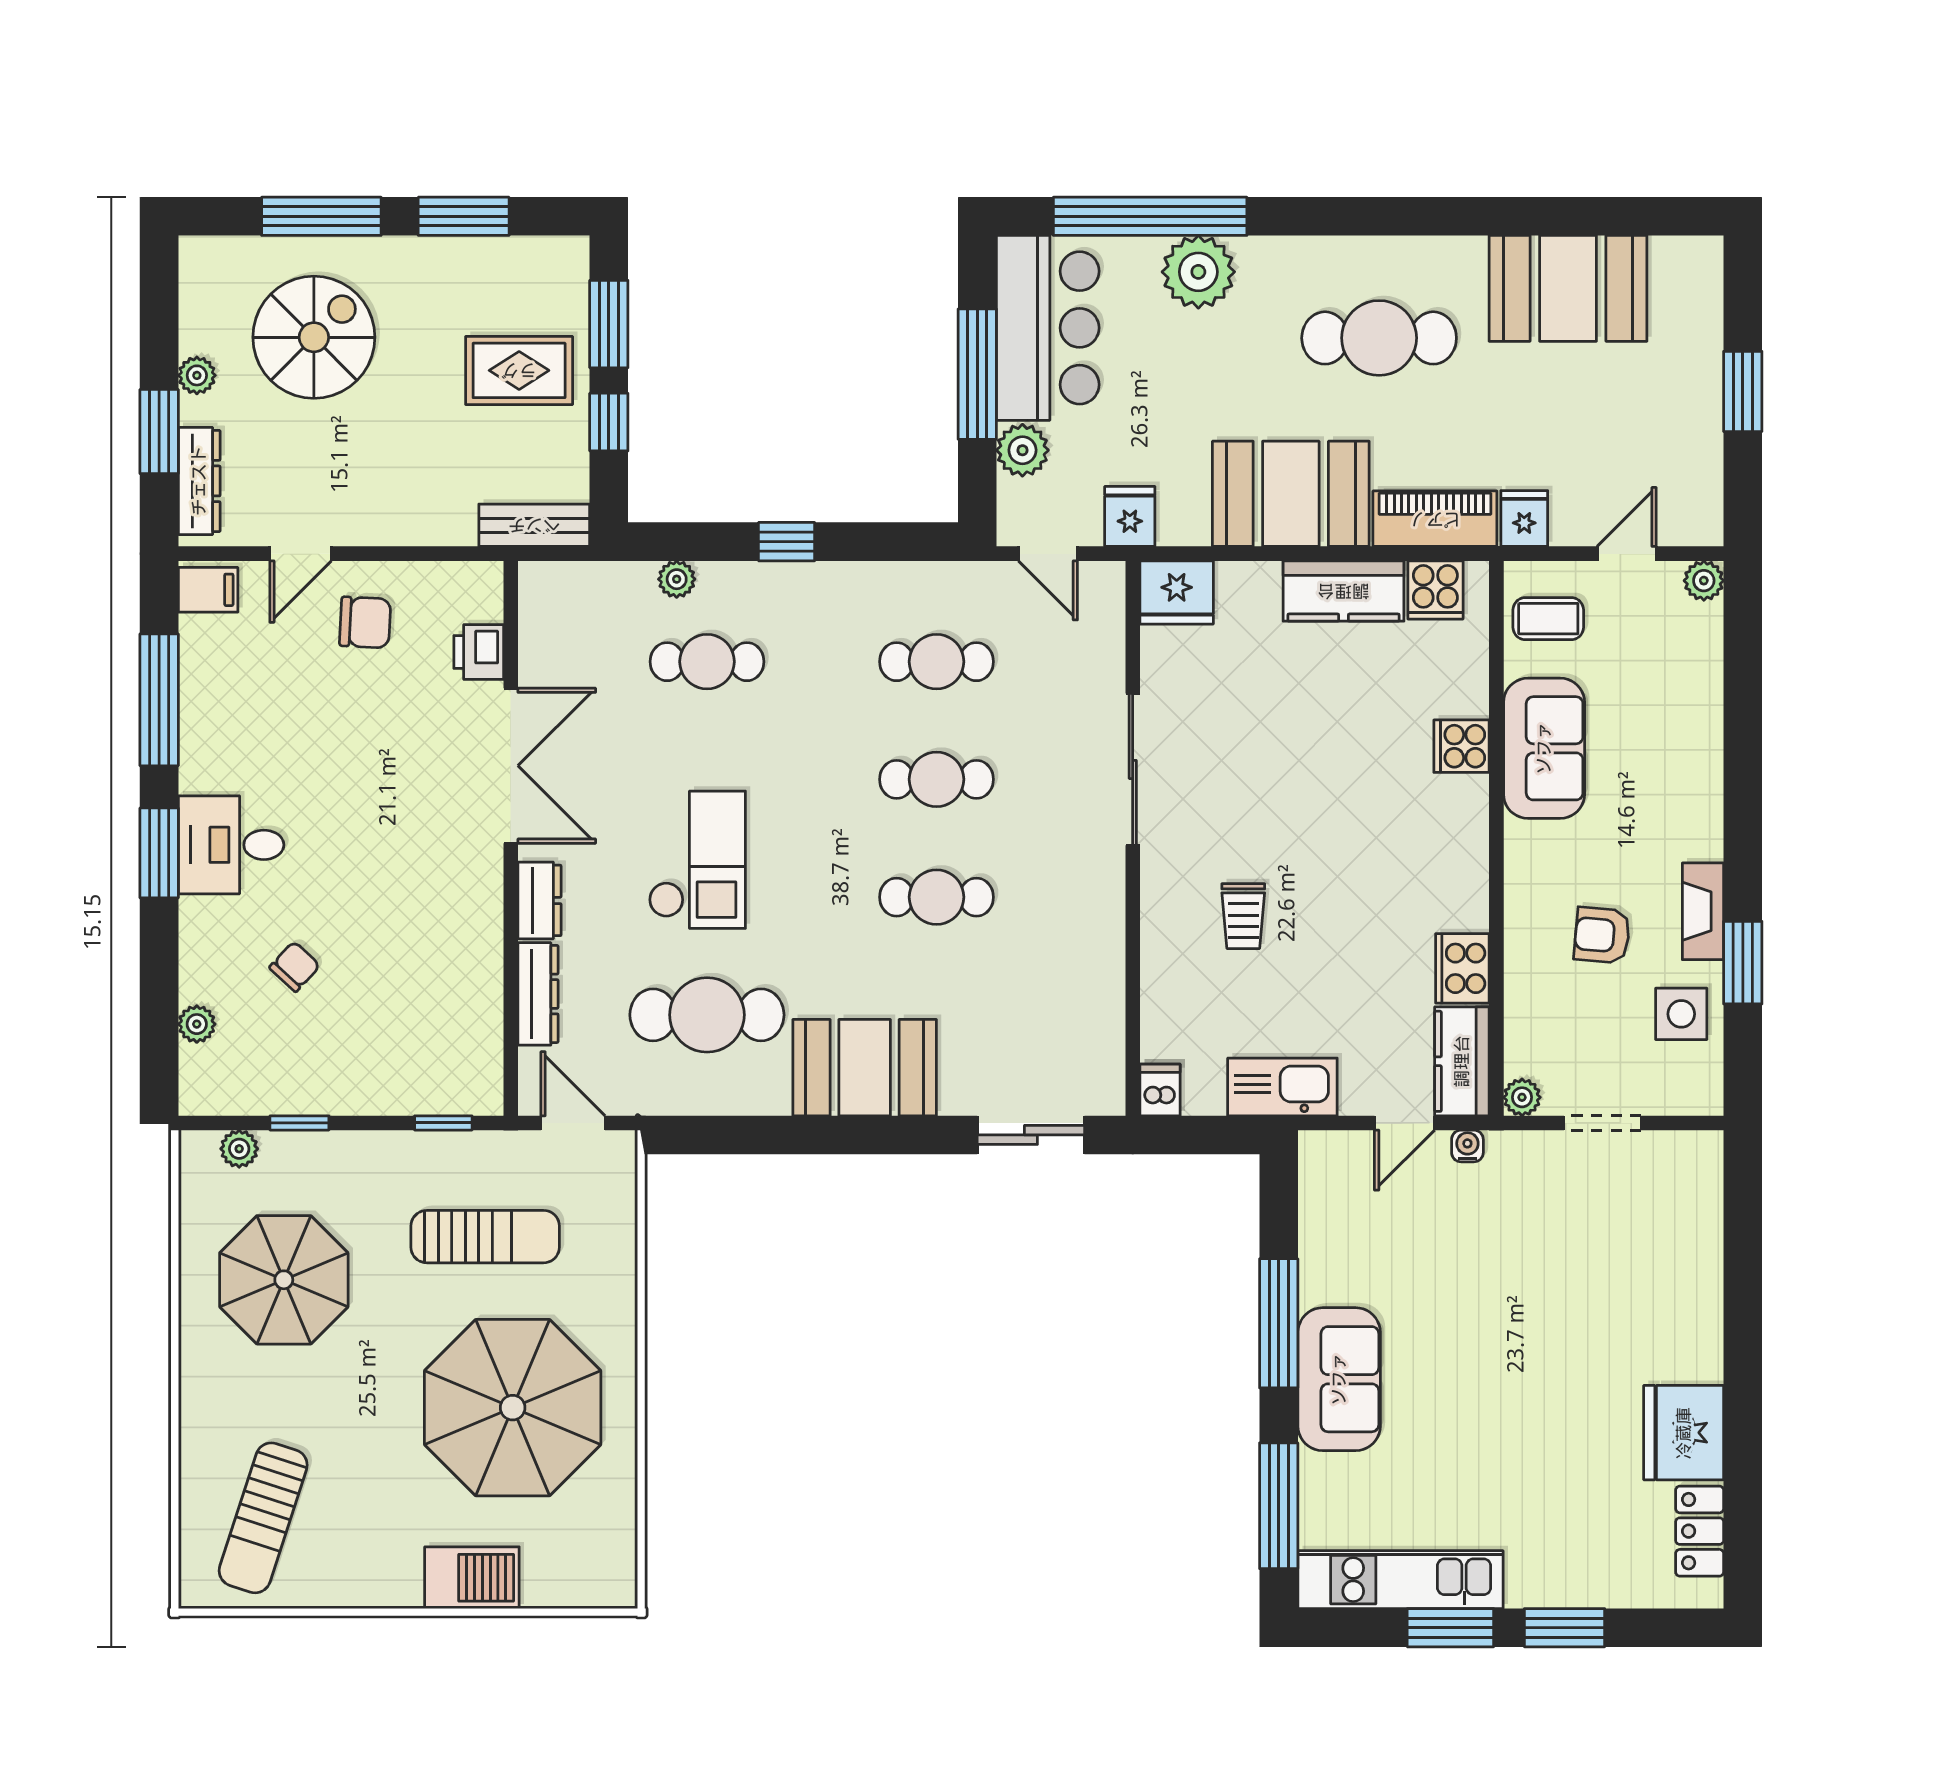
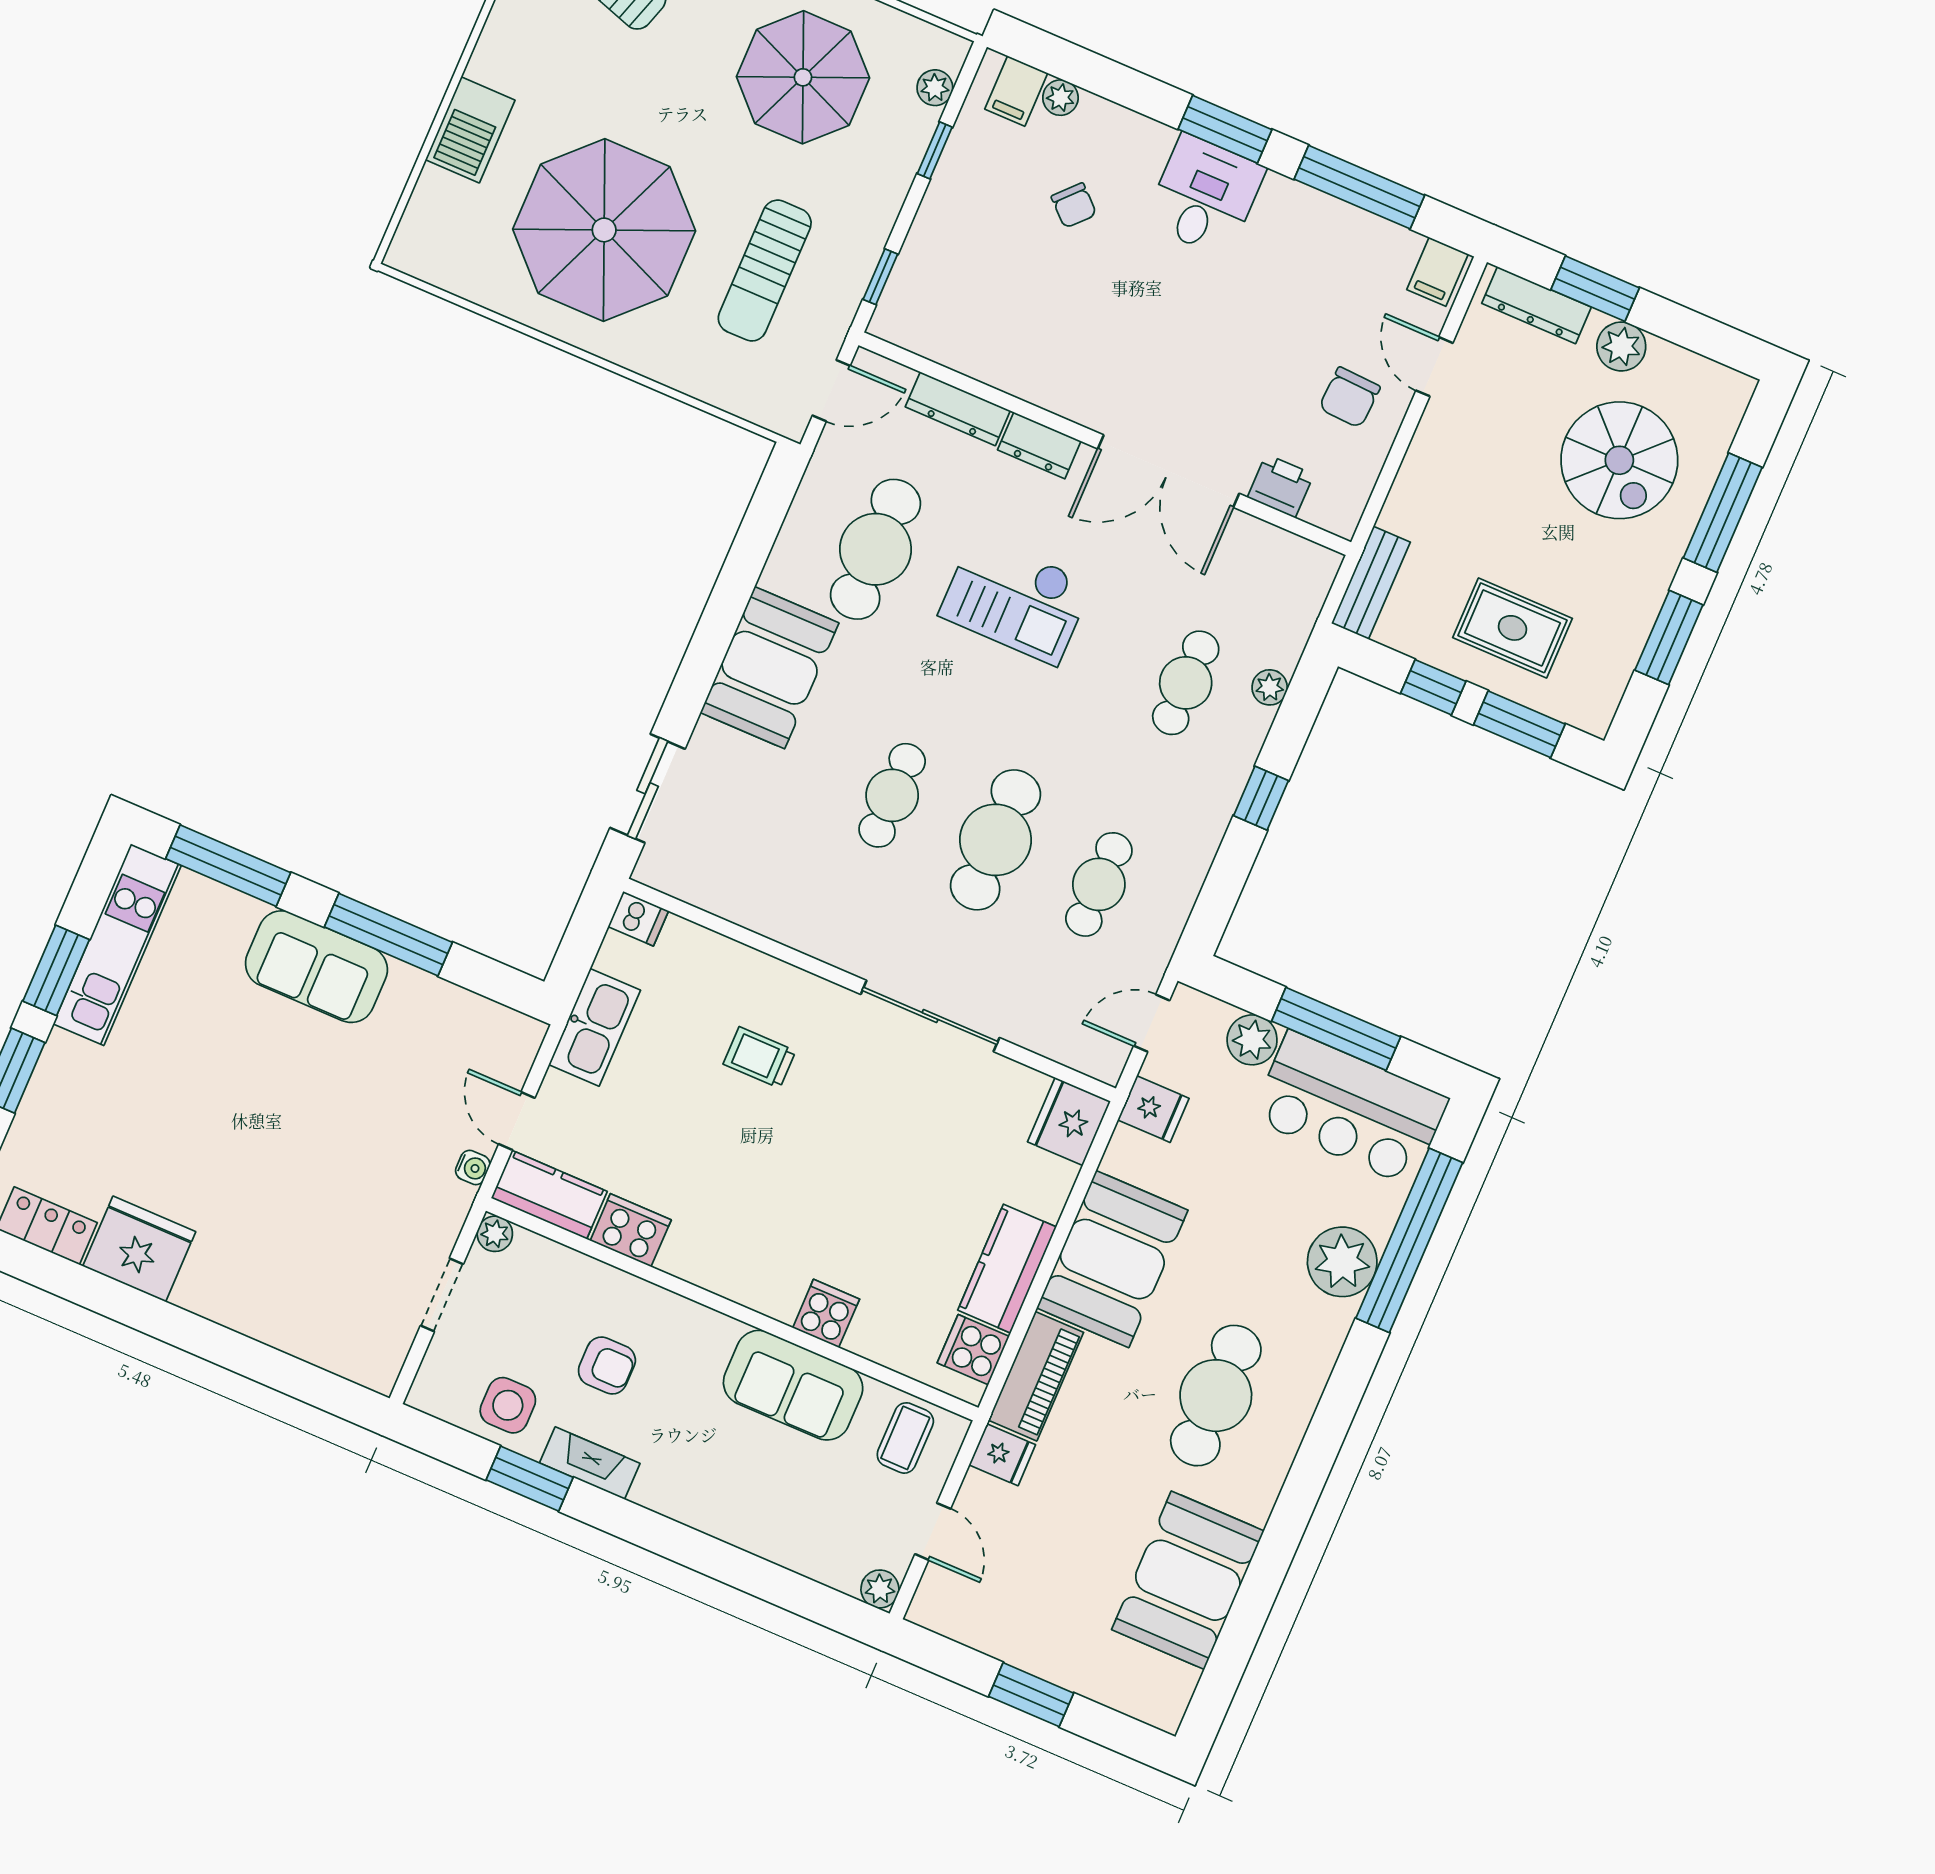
rug: (519, 370) -> (1513, 628), turned 90
plant: (197, 375) -> (1621, 347), width x1.38, depth x1.38
cafe table: (937, 779) -> (995, 840), width x1.37, depth x1.35
armchair: (1602, 935) -> (607, 1365), turned 85
filing cabinet: (209, 1069) -> (1016, 91), added

